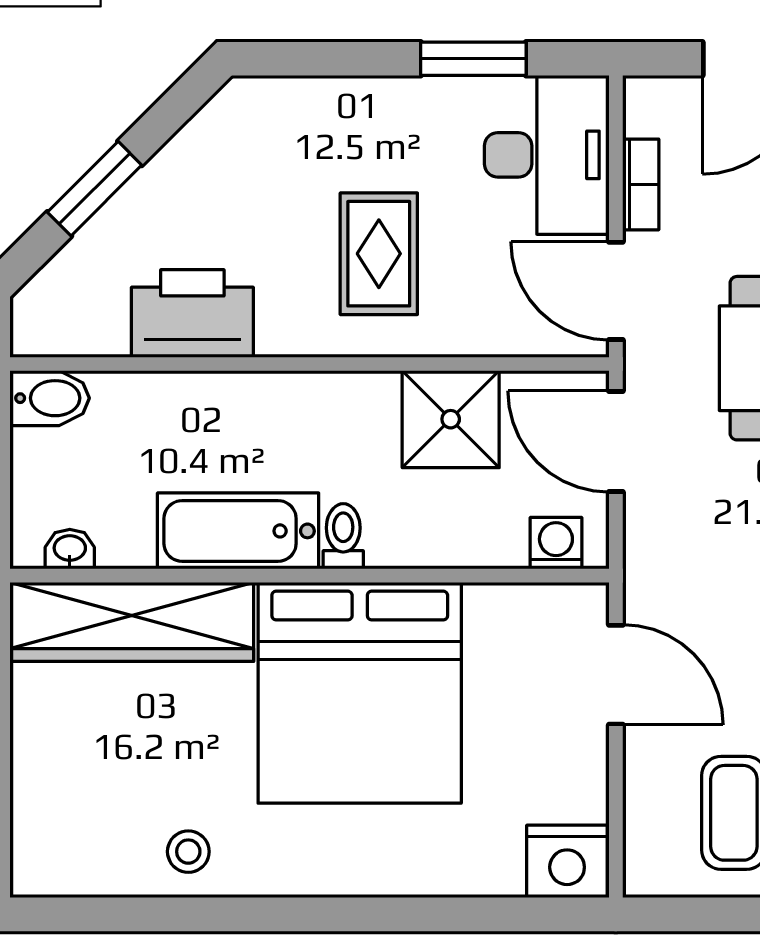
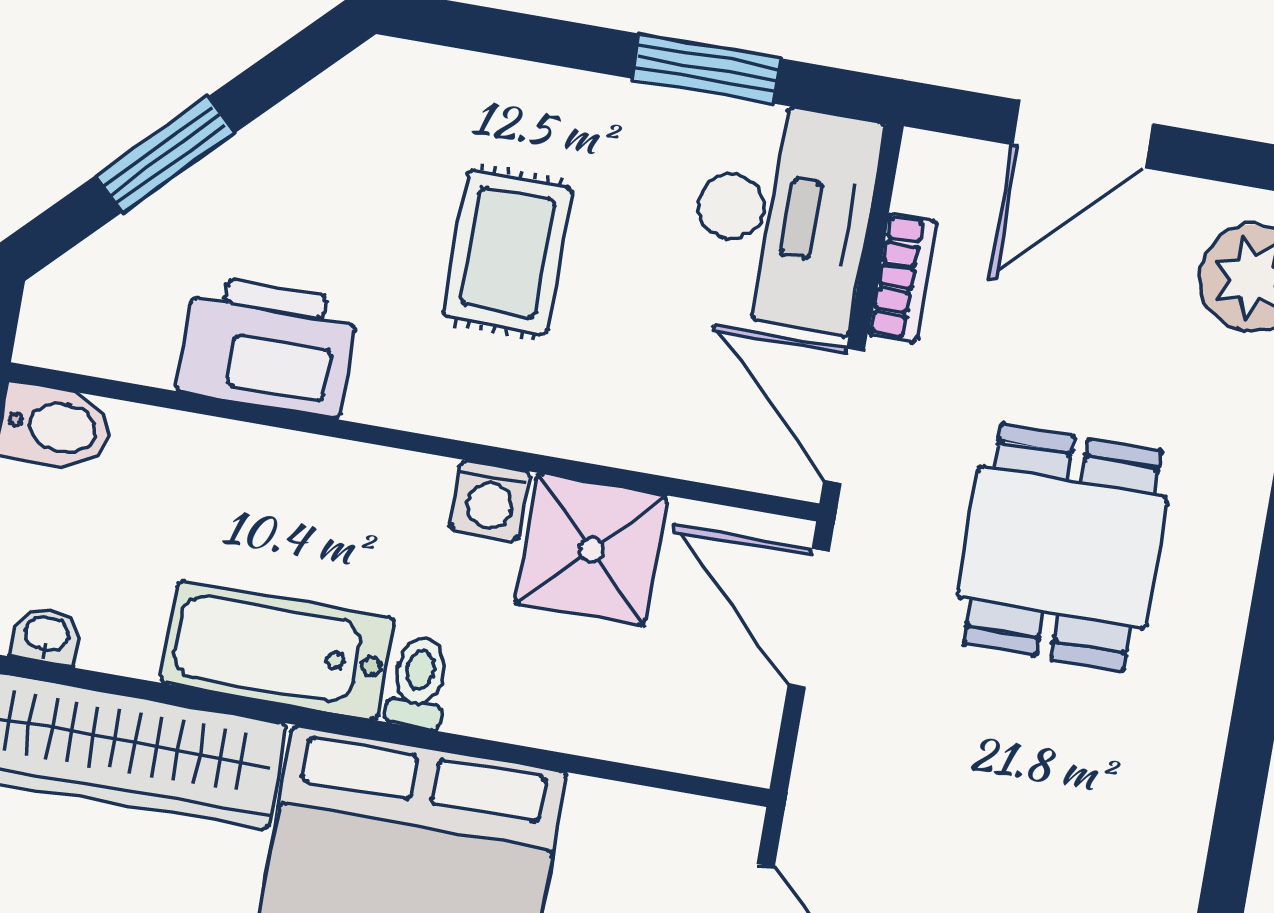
rug: (379, 254) -> (508, 252), moved
washing machine: (556, 543) -> (490, 500), moved, turned 180

